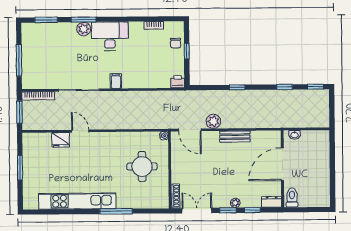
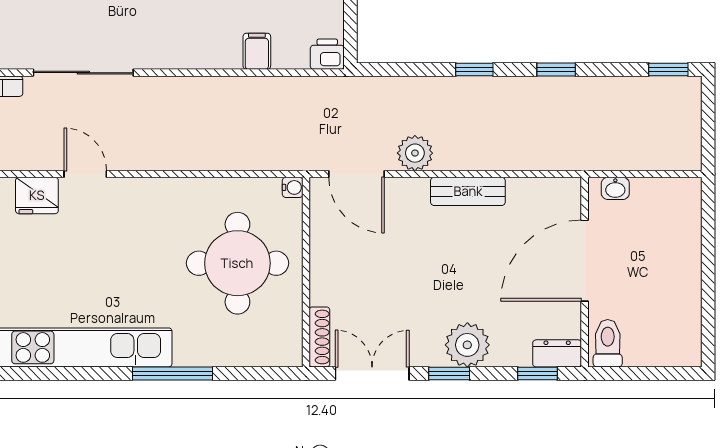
filing cabinet: (116, 81) -> (257, 51), moved
window: (285, 87) -> (556, 69), moved
round table: (142, 166) -> (237, 263), width x1.36, depth x1.36
plant: (235, 203) -> (467, 345), width x1.88, depth x1.88
window: (252, 210) -> (538, 373), moved

